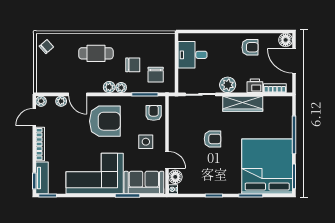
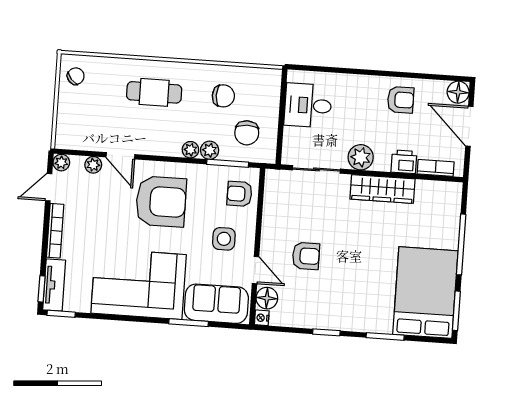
chair: (133, 65) -> (223, 96), moved
plant: (109, 87) -> (210, 150), moved
armchair: (154, 113) -> (240, 194), turned -90
armchair: (212, 139) -> (306, 256), moved
bed: (267, 166) -> (425, 293), width x0.73

